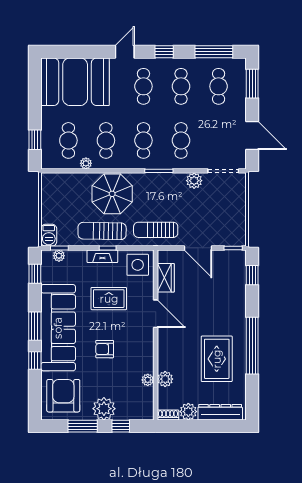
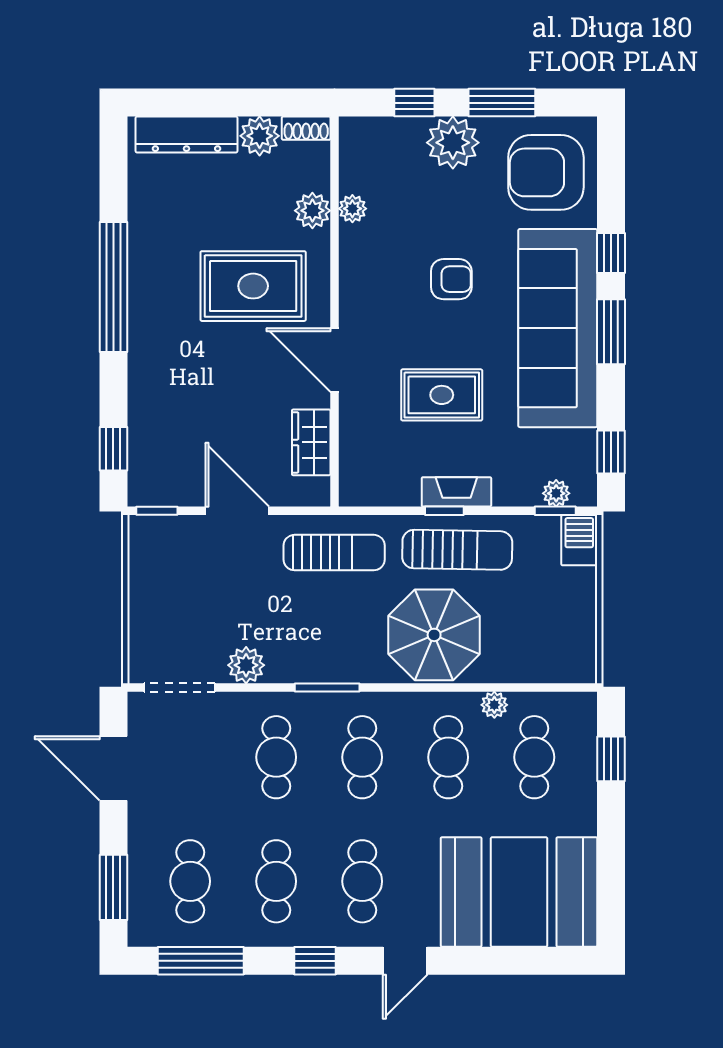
side table: (138, 265) -> (376, 472), removed
rug: (217, 359) -> (253, 286), moved, turned 90
armchair: (63, 396) -> (546, 172), turned 90

